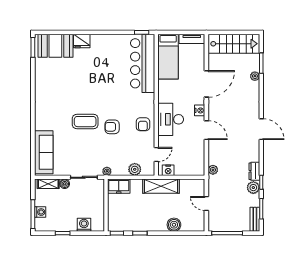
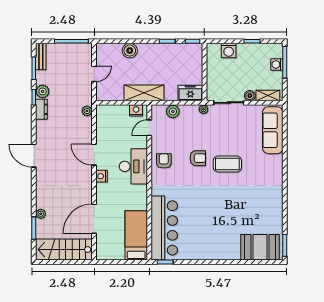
tv unit: (192, 39) -> (110, 255), removed
fridge: (82, 41) -> (231, 252), removed
door: (206, 84) -> (94, 219), moved
door: (206, 204) -> (94, 74), hinge flipped

